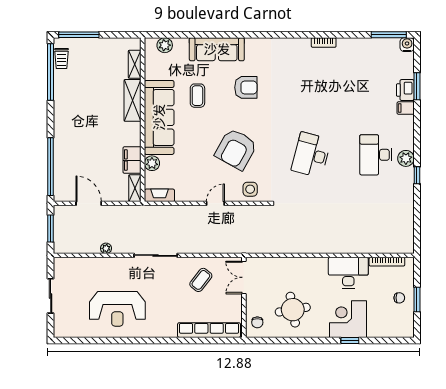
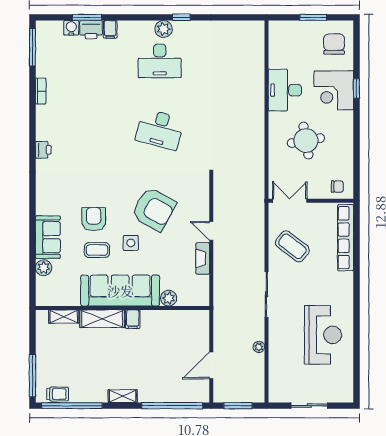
bookcase: (324, 43) -> (41, 91), moved
plant: (165, 45) -> (44, 268), moved
printer: (292, 45) -> (43, 150), added
water cooler: (407, 45) -> (71, 28), moved, turned 90
sofa: (217, 49) -> (48, 237), width x0.73
armchair: (246, 87) -> (94, 219), moved
filing cabinet: (132, 160) -> (133, 319), moved, width x0.50
shelving: (135, 188) -> (123, 396), moved
side table: (250, 189) -> (131, 243), moved
fireplace: (160, 195) -> (203, 258), moved
bookcase: (387, 262) -> (273, 49), removed
double door: (244, 277) -> (290, 201), swing flipped
coffee table: (201, 280) -> (292, 246), width x1.36, depth x1.30
chair: (399, 298) -> (334, 44), moved, width x1.87, depth x1.87
round table: (293, 310) -> (306, 141), moved

